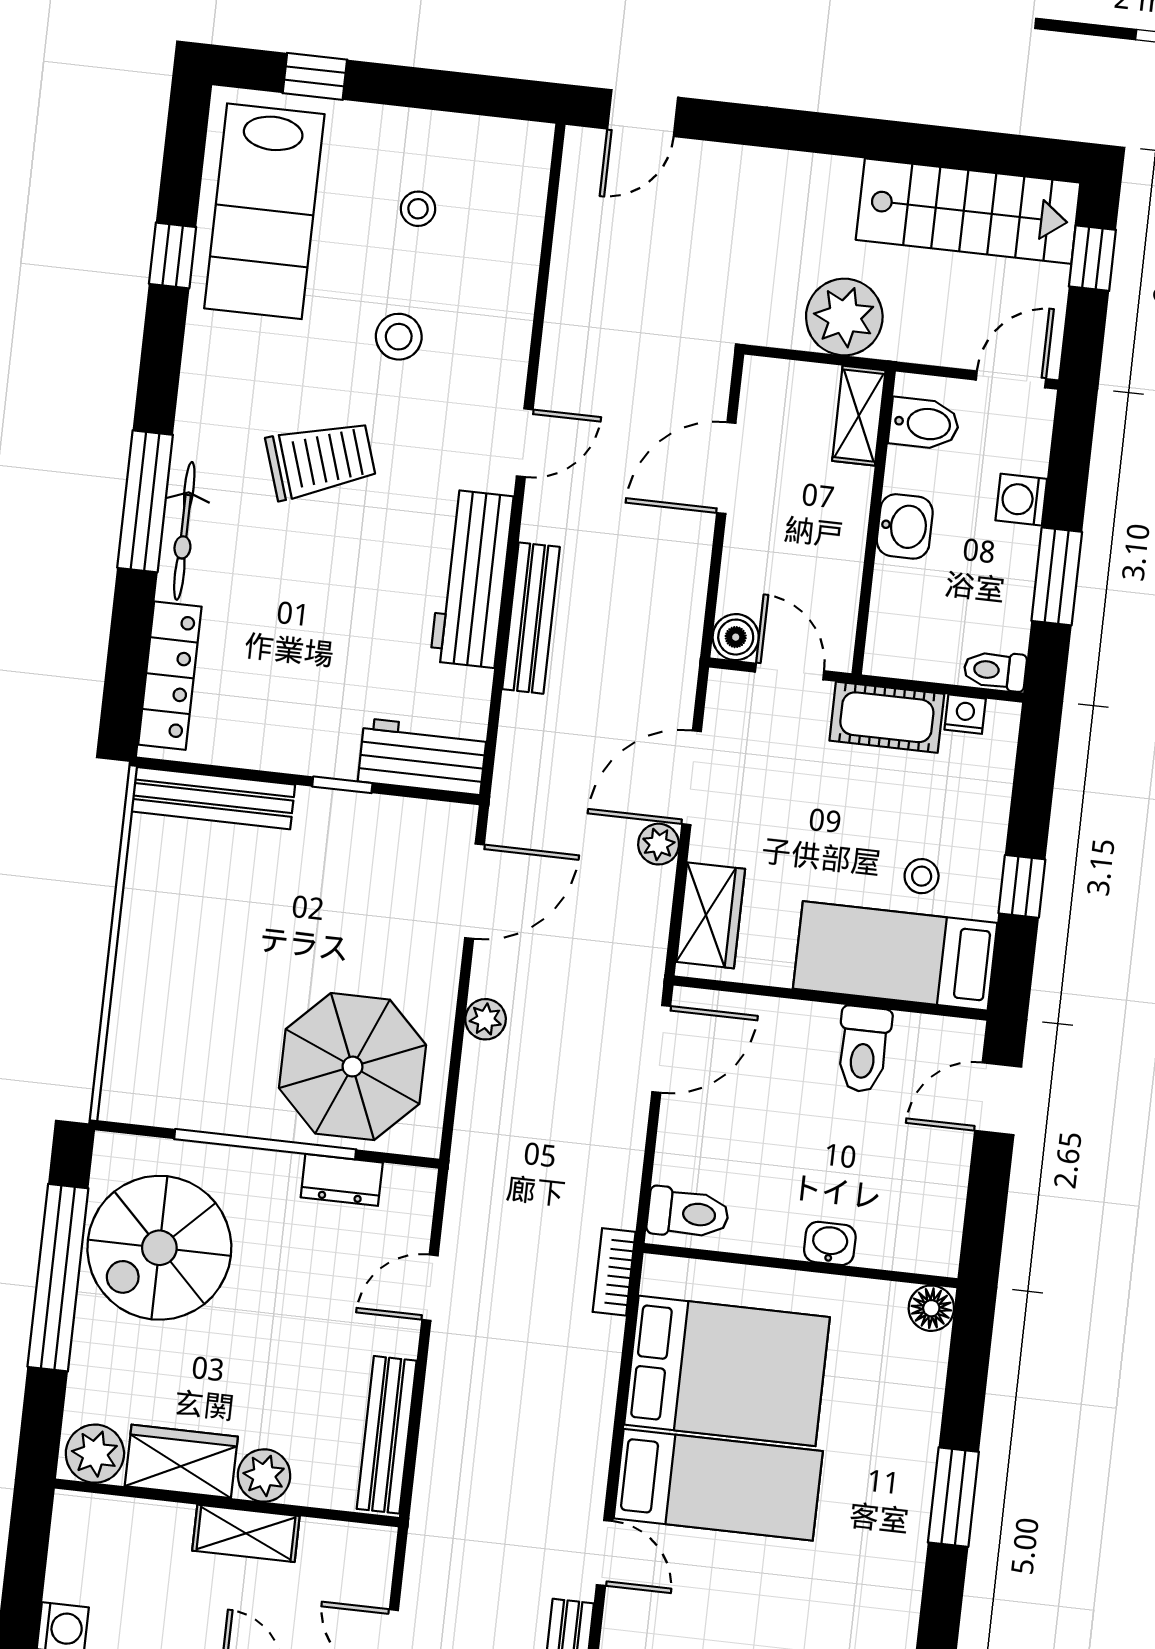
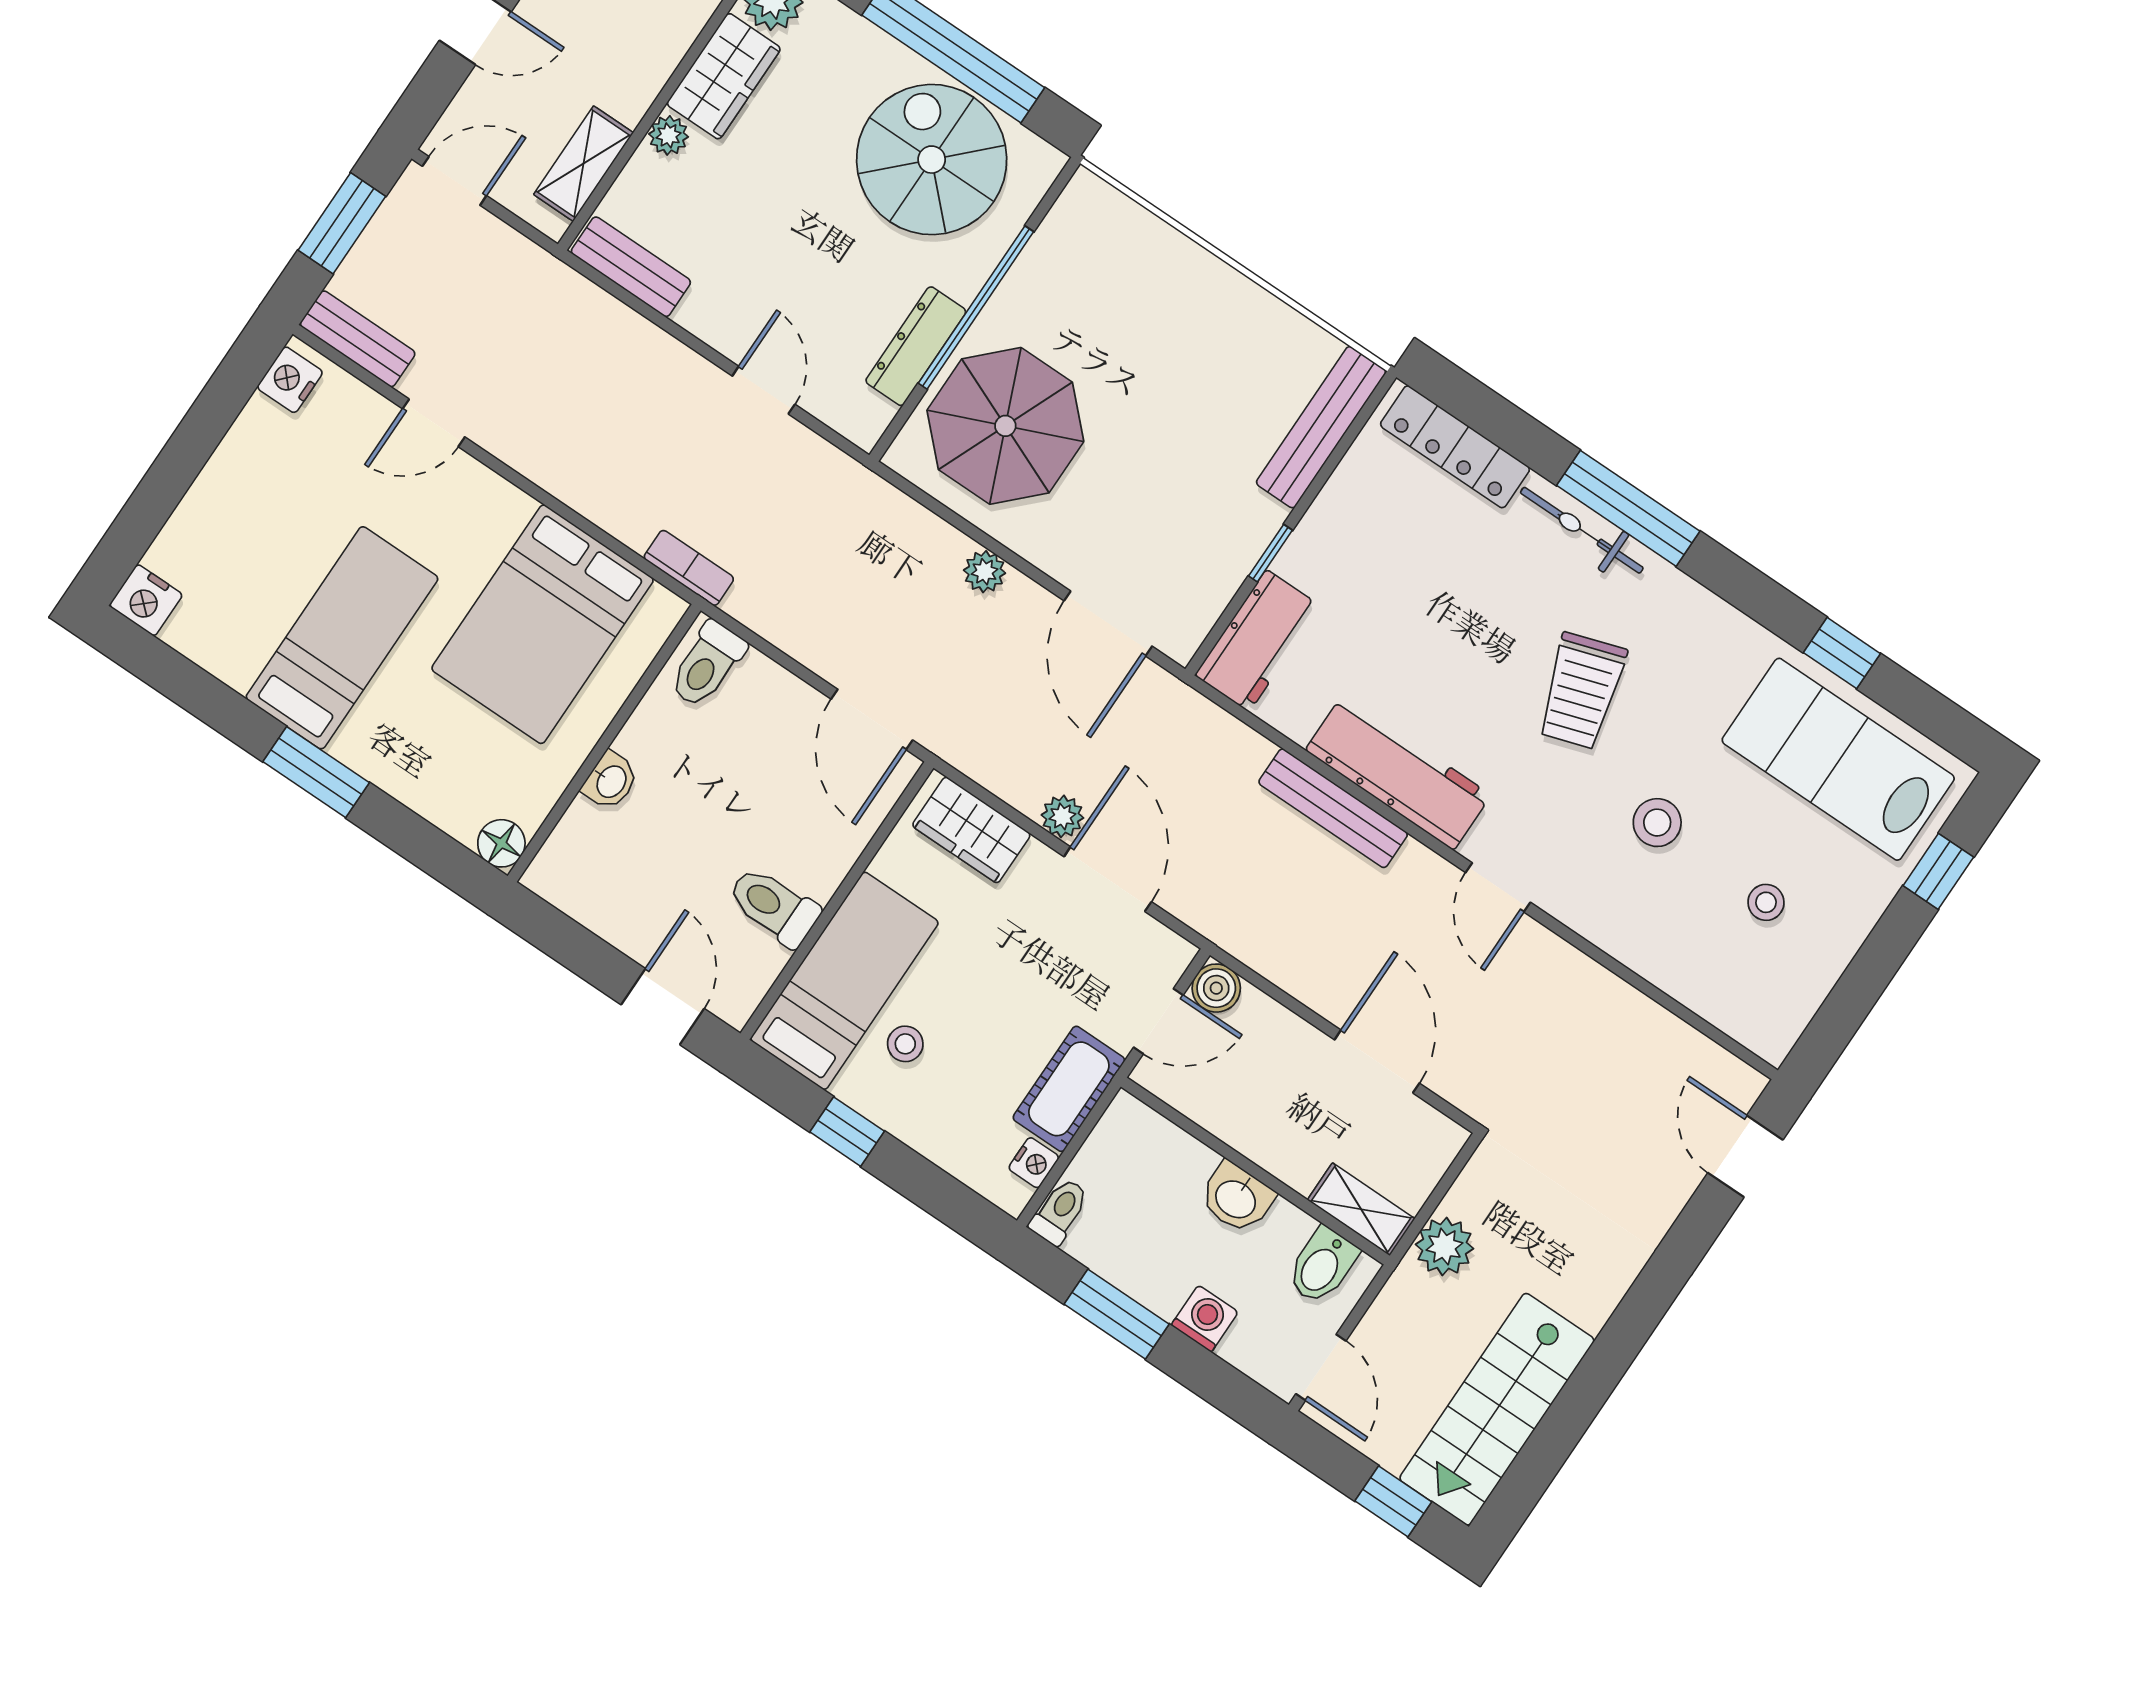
plant: (844, 317) -> (1444, 1246), width x0.73, depth x0.73
dresser: (342, 1180) -> (916, 346), width x1.44
bench: (387, 1435) -> (631, 267), width x0.73
plant: (264, 1475) -> (669, 135), width x0.73, depth x0.73
bed: (718, 1485) -> (342, 638), moved, turned 180
shelving: (246, 1533) -> (583, 164), moved

